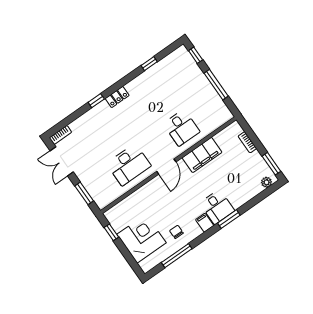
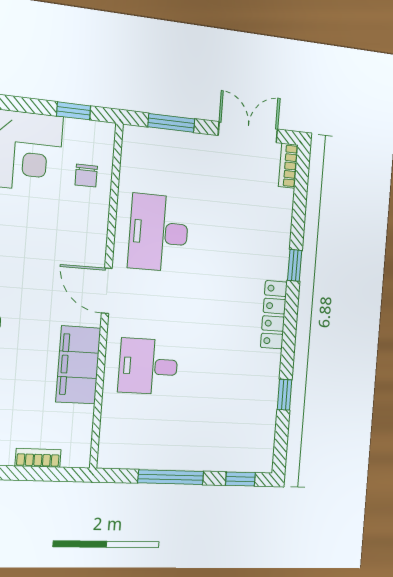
locker: (117, 97) -> (274, 315), width x1.53
chair: (131, 209) -> (86, 176), added

